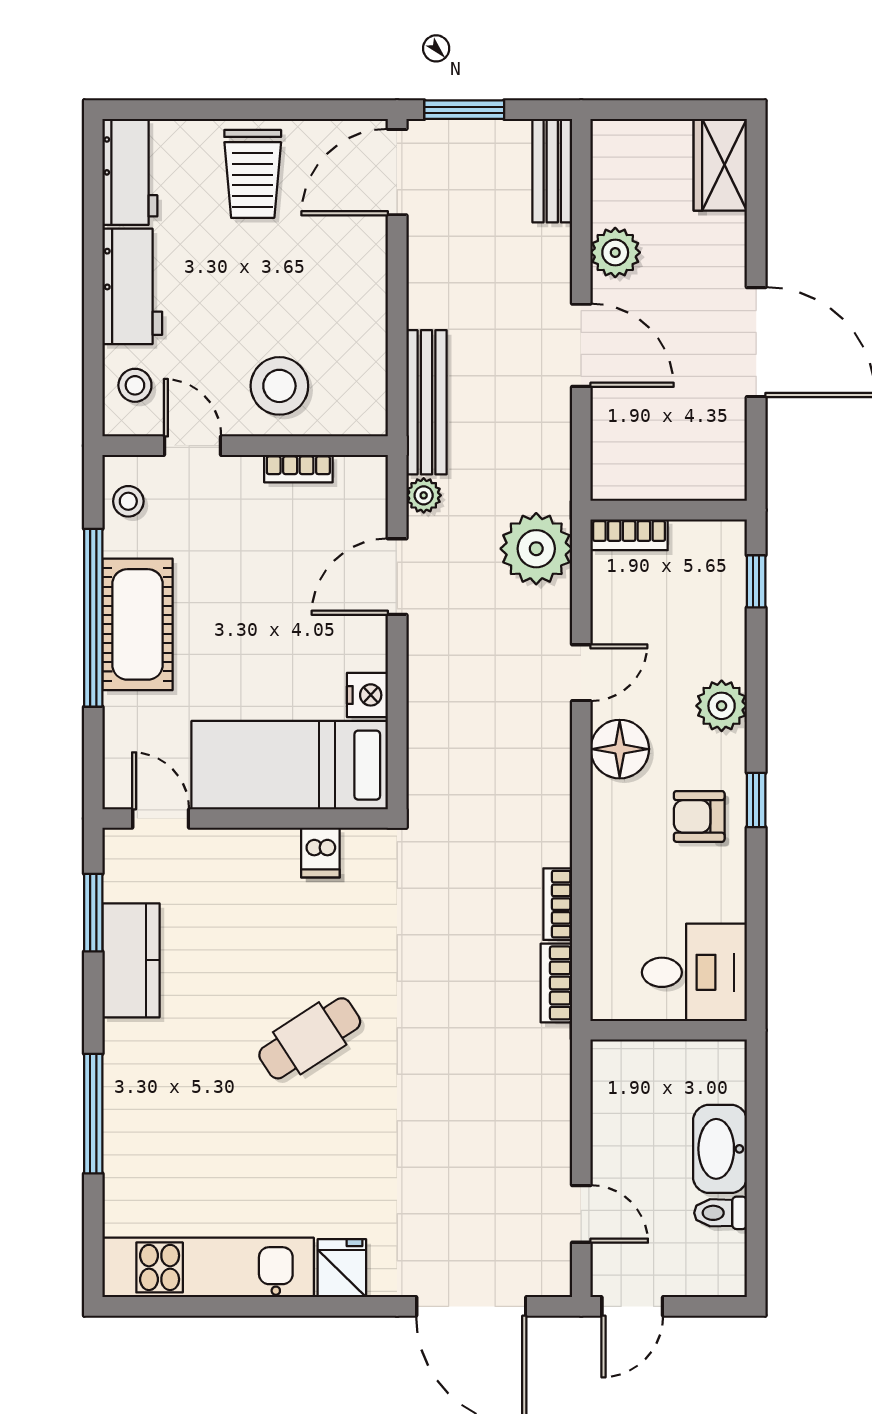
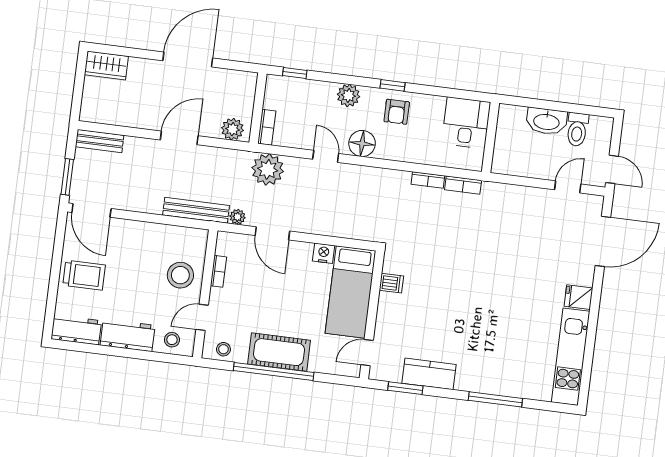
plant: (615, 252) -> (233, 129), moved
cafe table: (310, 1038) -> (474, 298), removed
toilet: (721, 1213) -> (577, 129), width x1.37, depth x1.39

